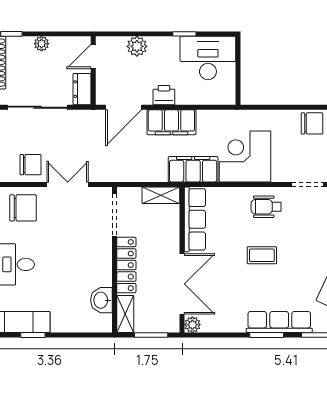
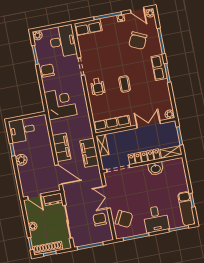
plant: (137, 46) -> (21, 160), moved
desk: (208, 58) -> (22, 130), width x0.73
printer: (164, 95) -> (48, 154), removed
corner desk: (245, 157) -> (60, 103), moved, turned 180
filing cabinet: (193, 169) -> (89, 153), moved
chair: (23, 208) -> (124, 219), turned 117
double door: (182, 284) -> (149, 124), width x0.73
washbasin: (101, 300) -> (156, 169), moved
row of seats: (279, 322) -> (159, 67), width x0.68

